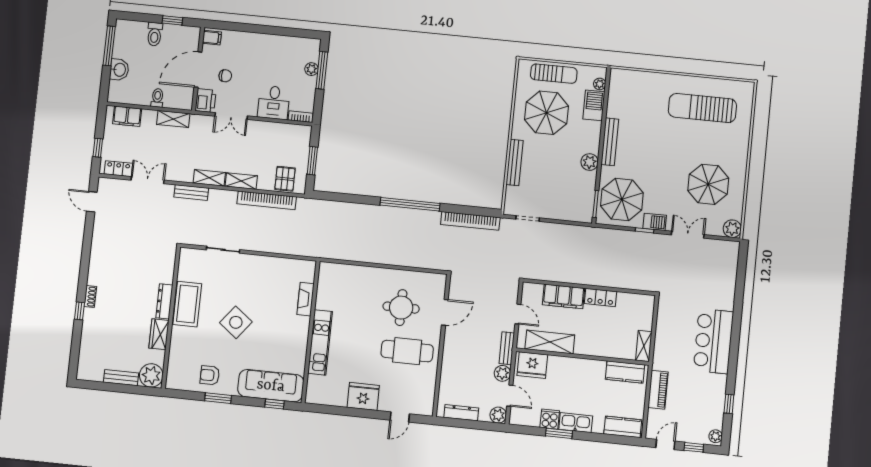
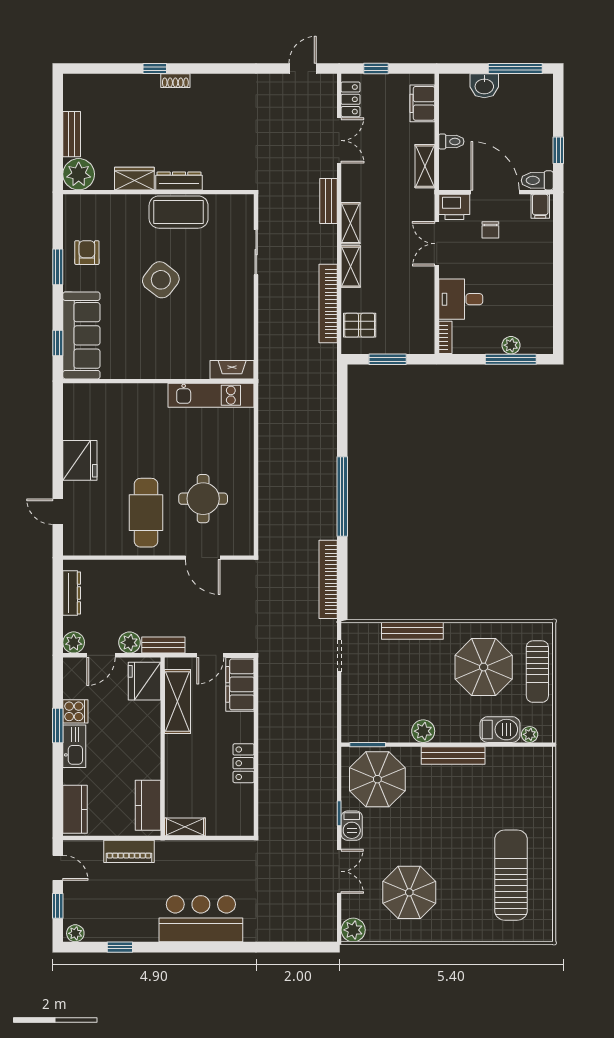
toilet: (155, 34) -> (537, 180), moved
filing cabinet: (564, 296) -> (240, 684), moved
fireplace: (305, 299) -> (232, 370), moved
kitchen unit: (320, 342) -> (211, 395), moved

